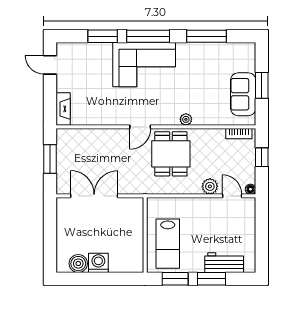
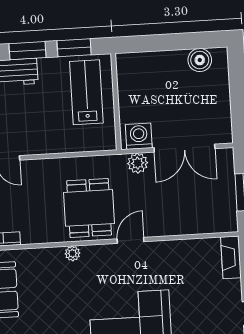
plant: (210, 186) -> (138, 163), moved
washing machine: (98, 263) -> (139, 136), moved, turned 180

